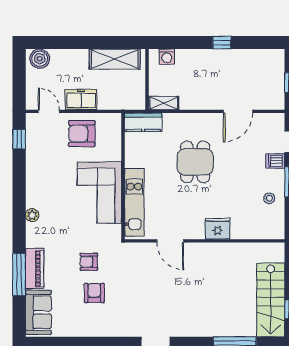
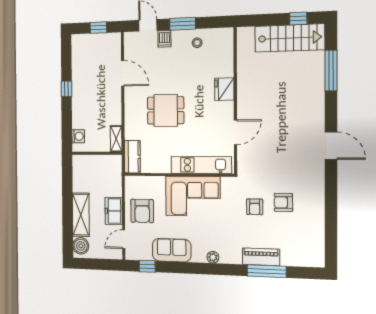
shelving: (115, 59) -> (81, 215), moved
sofa: (38, 312) -> (172, 250), moved

